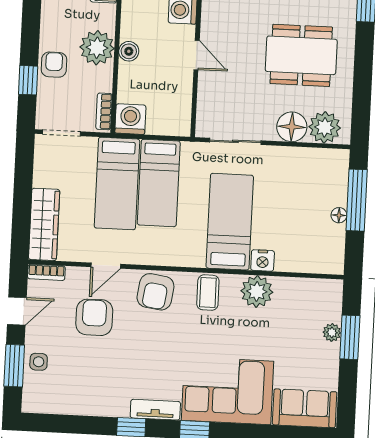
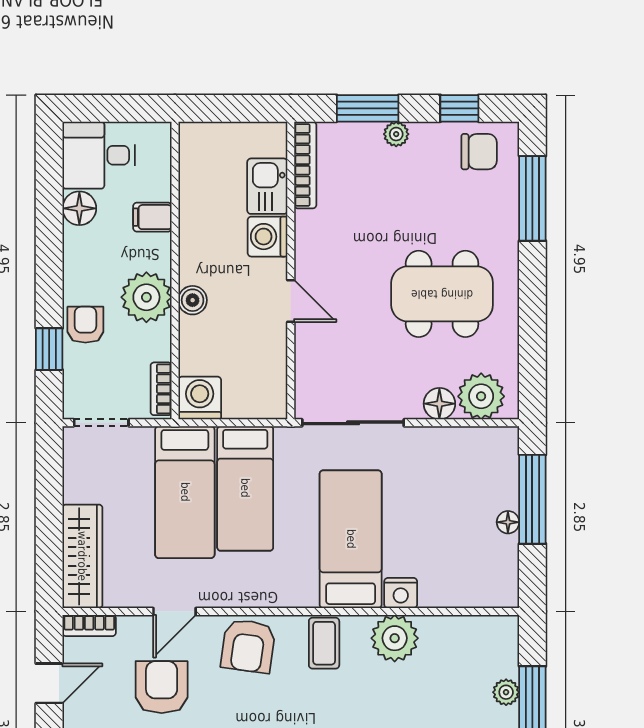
floor lamp: (292, 127) -> (439, 404), width x0.73, depth x0.73
sliding door: (235, 141) -> (353, 423), width x1.37

